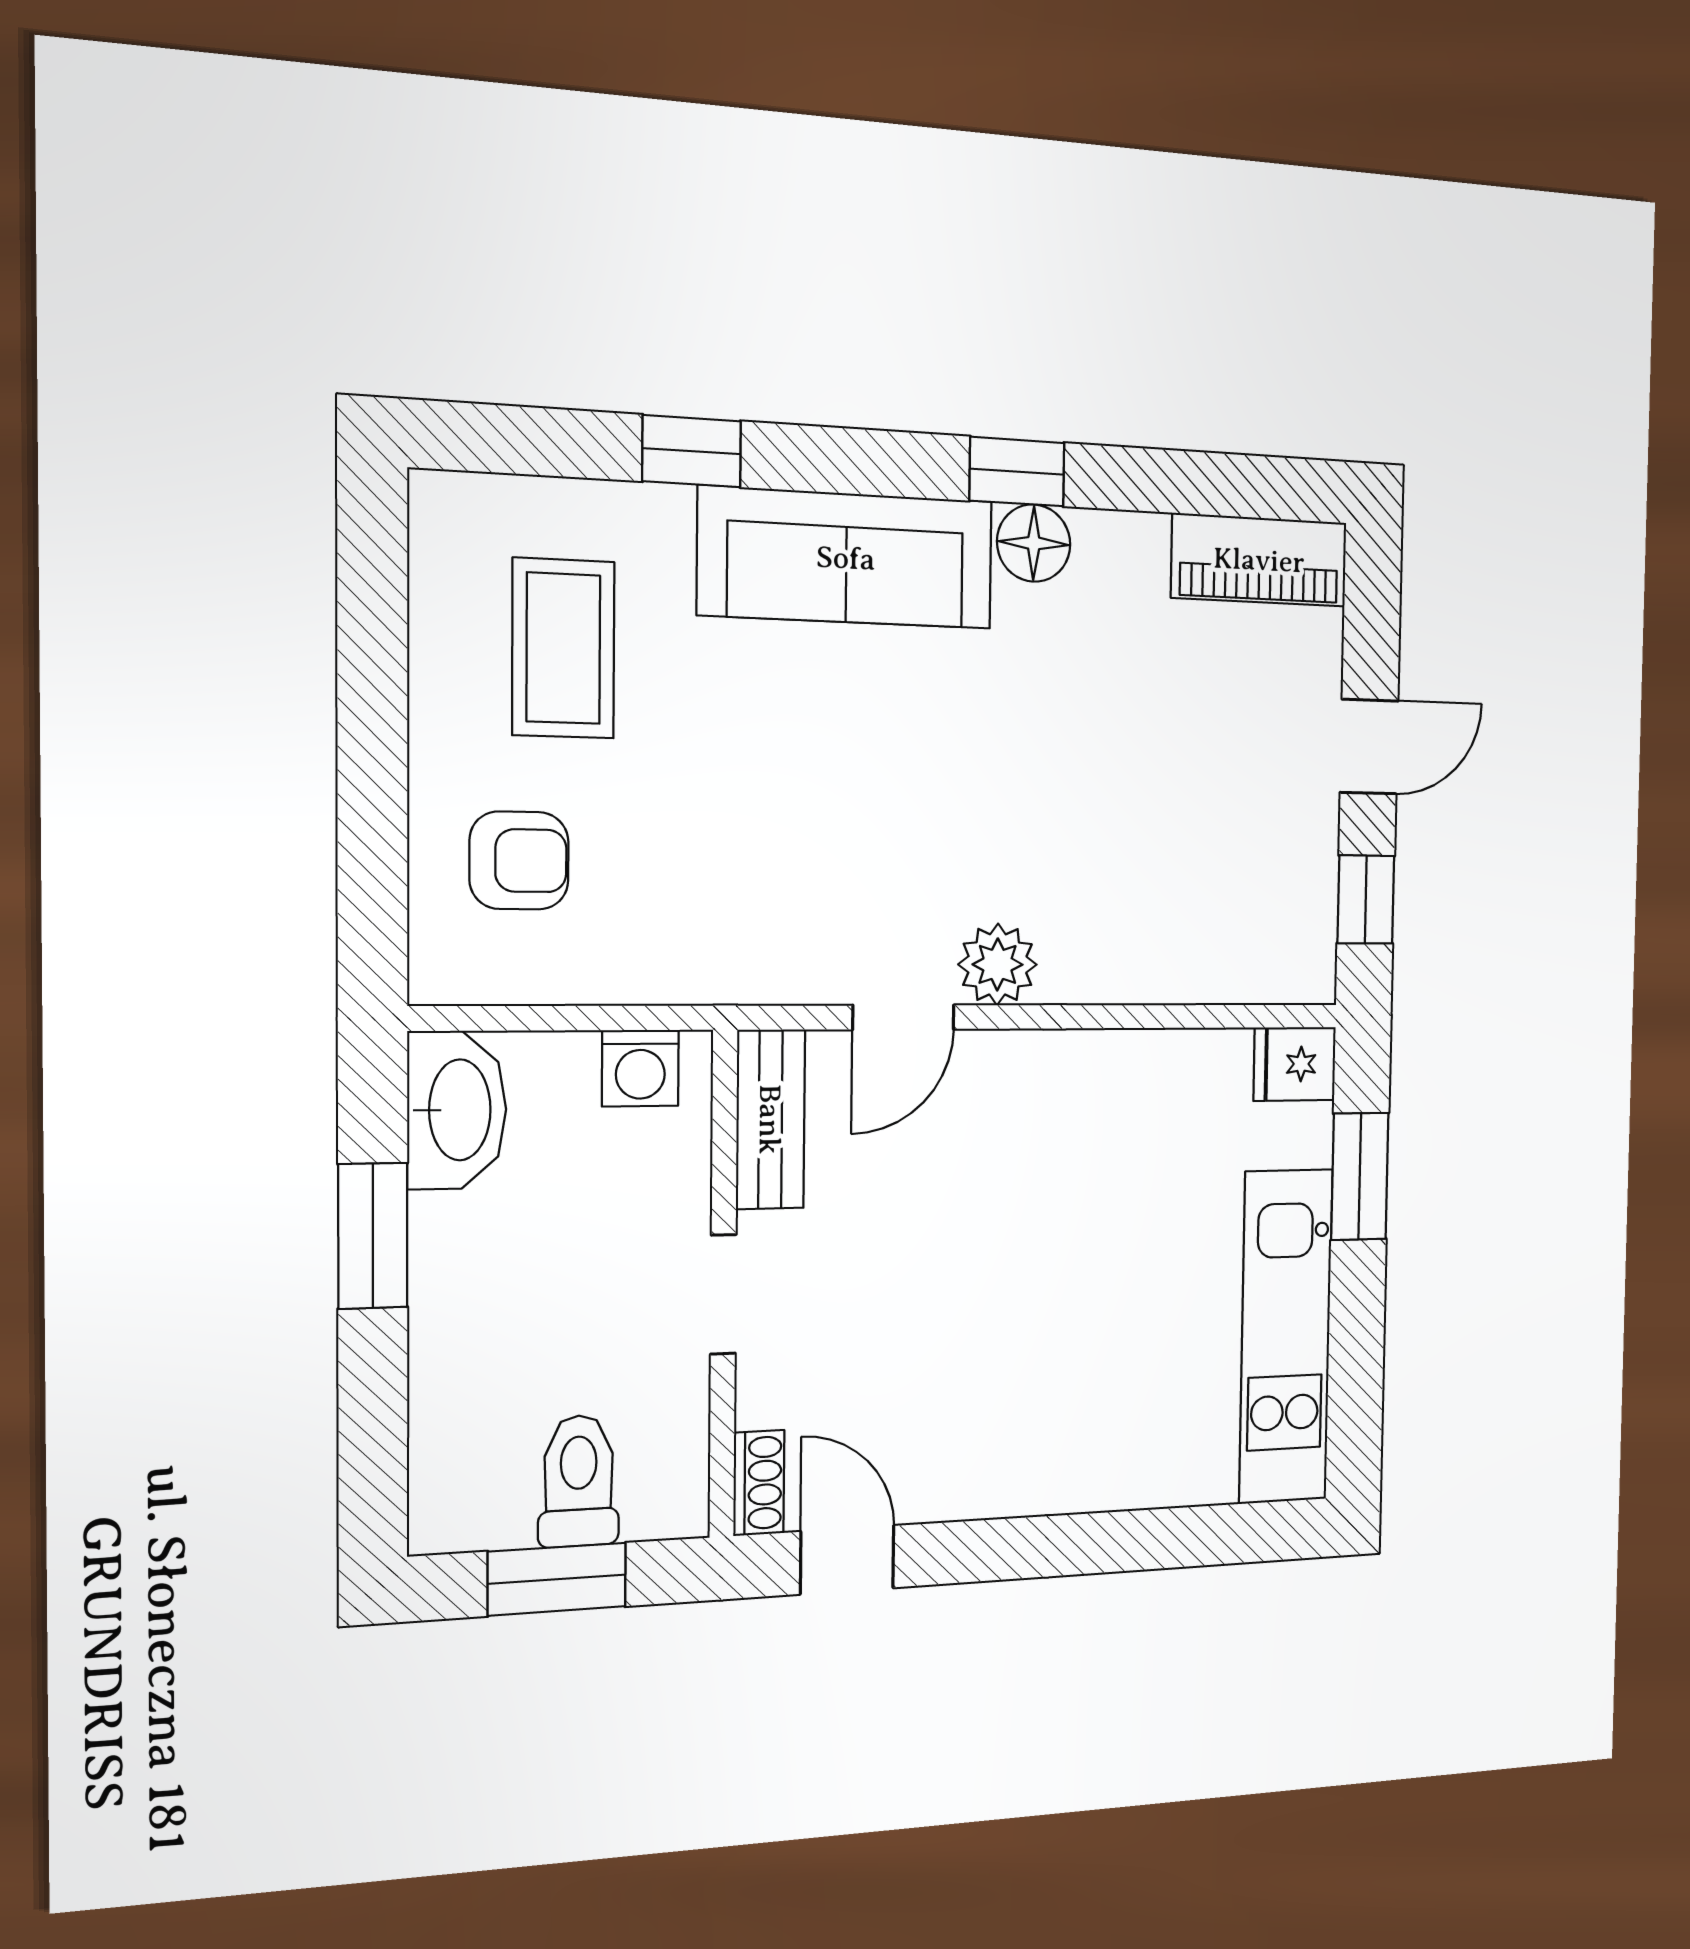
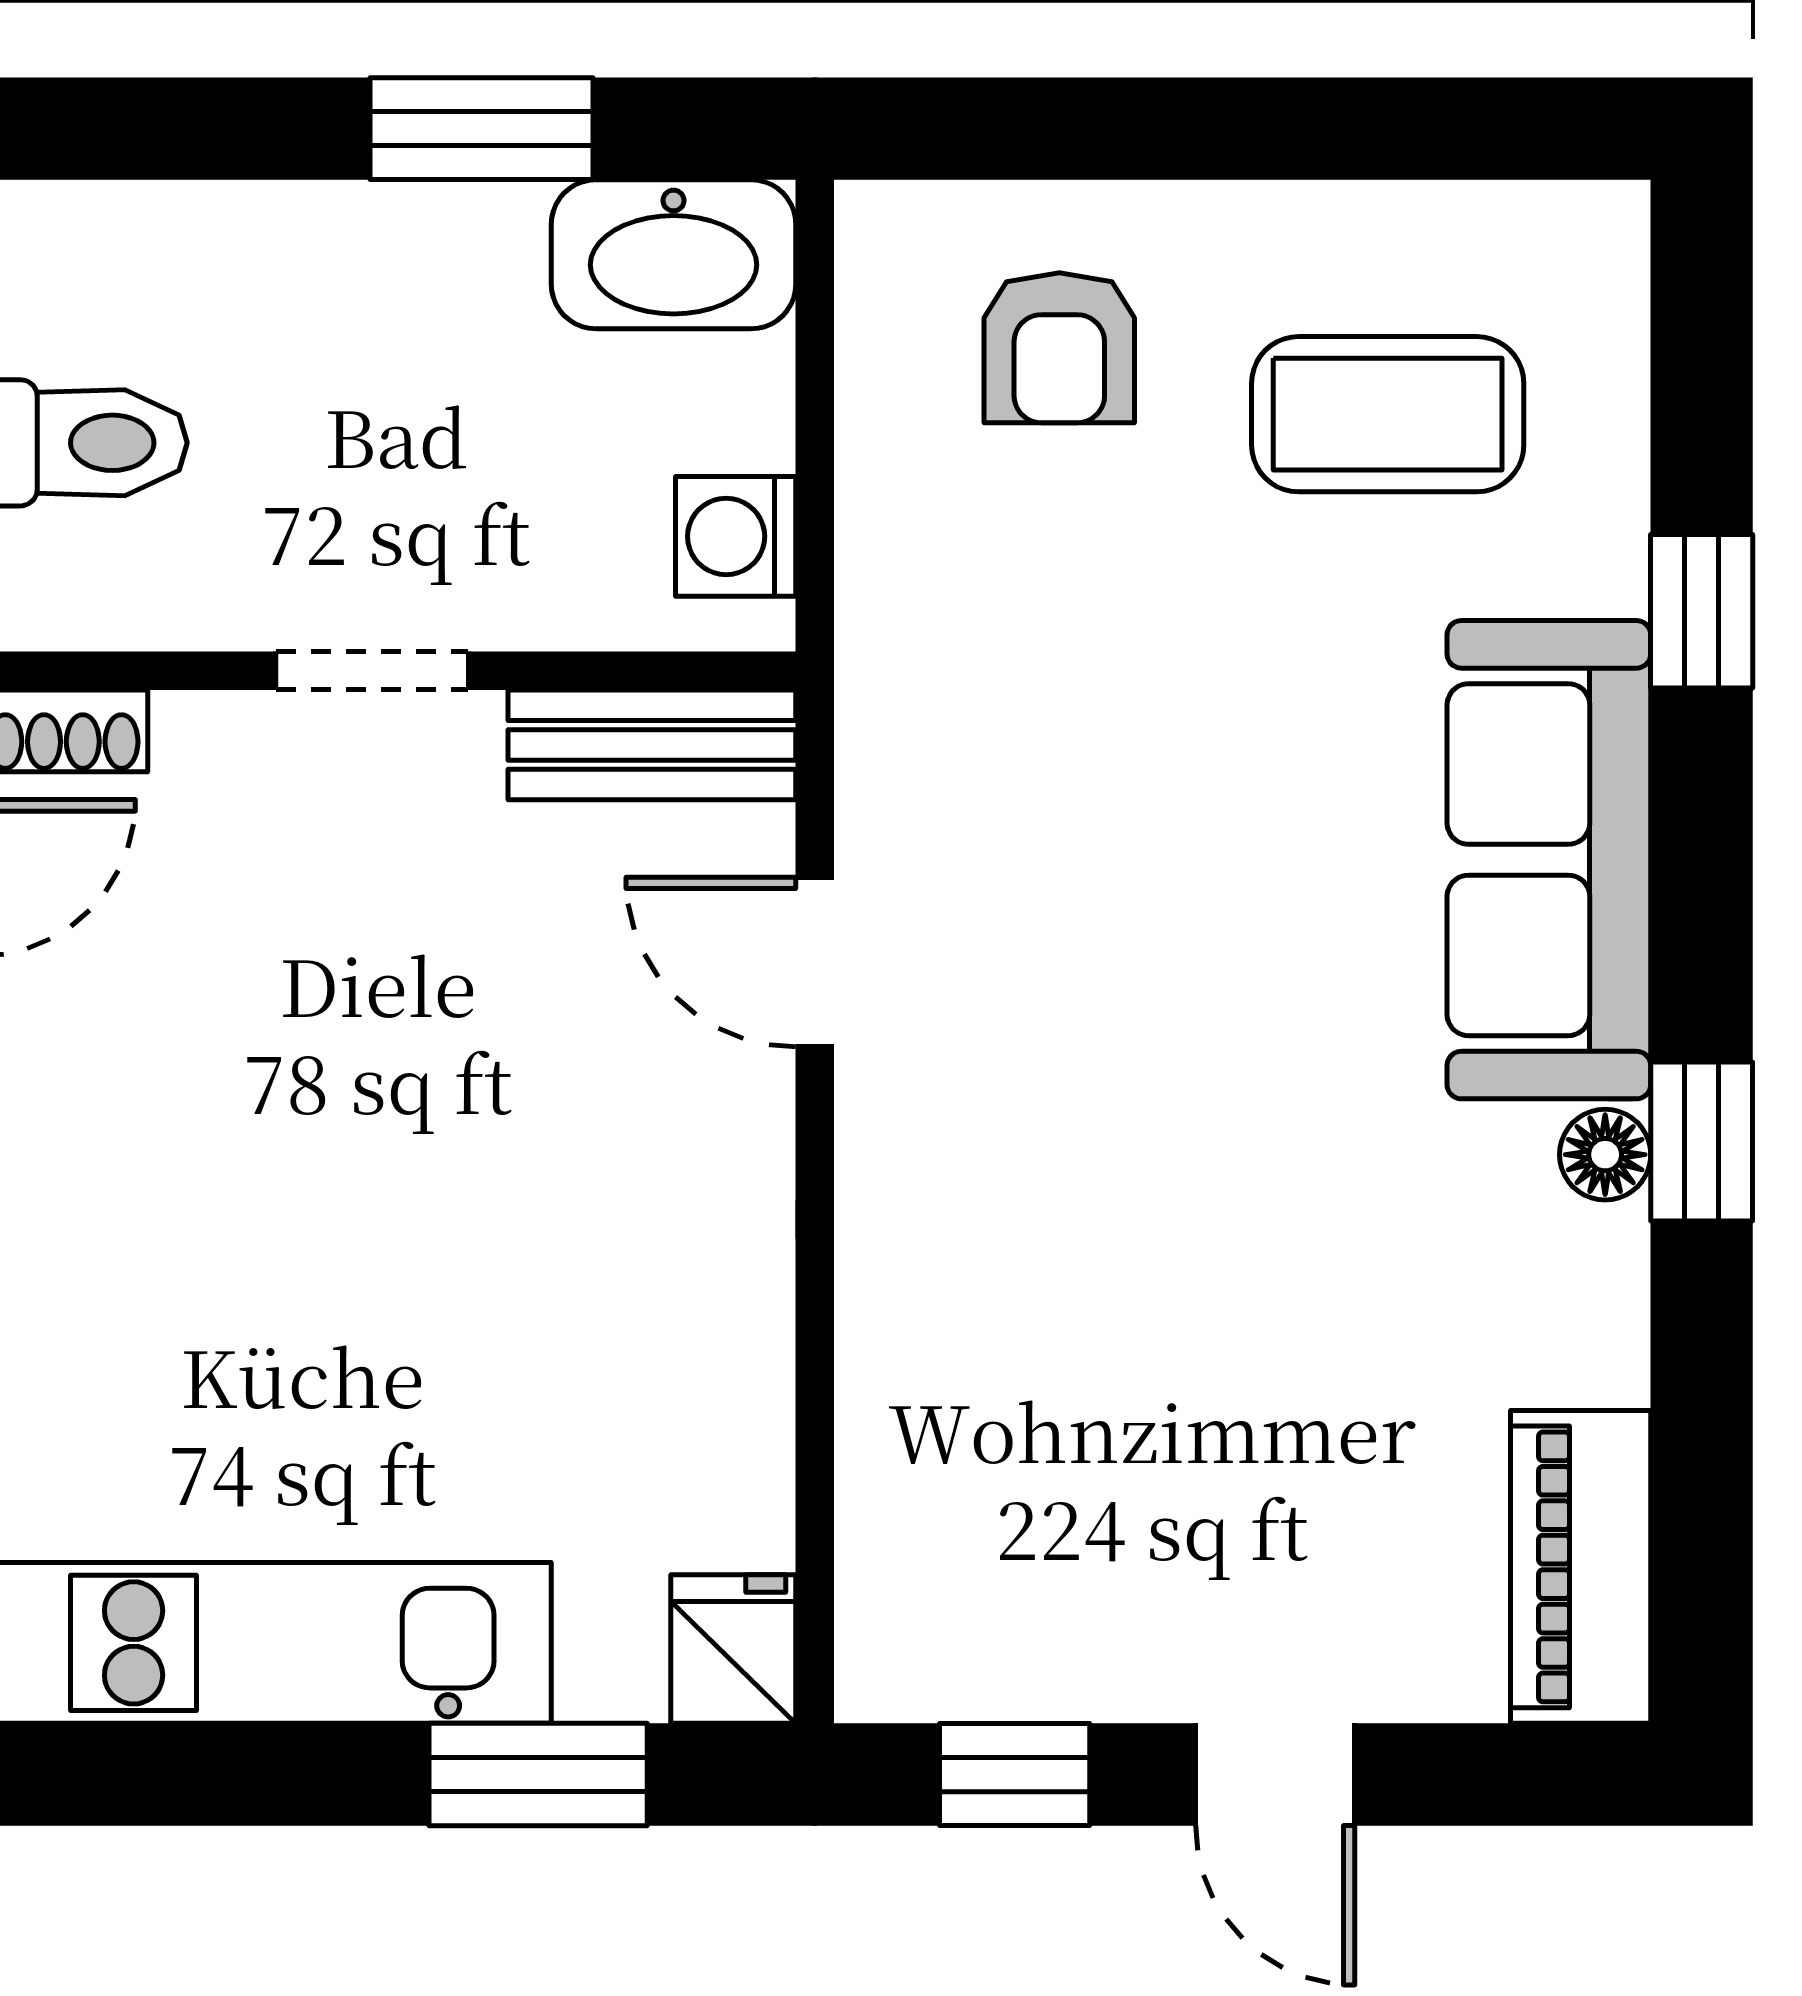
floor lamp: (1034, 543) -> (1605, 1155), width x0.73, depth x0.73
plant: (998, 964) -> (901, 1120), removed

